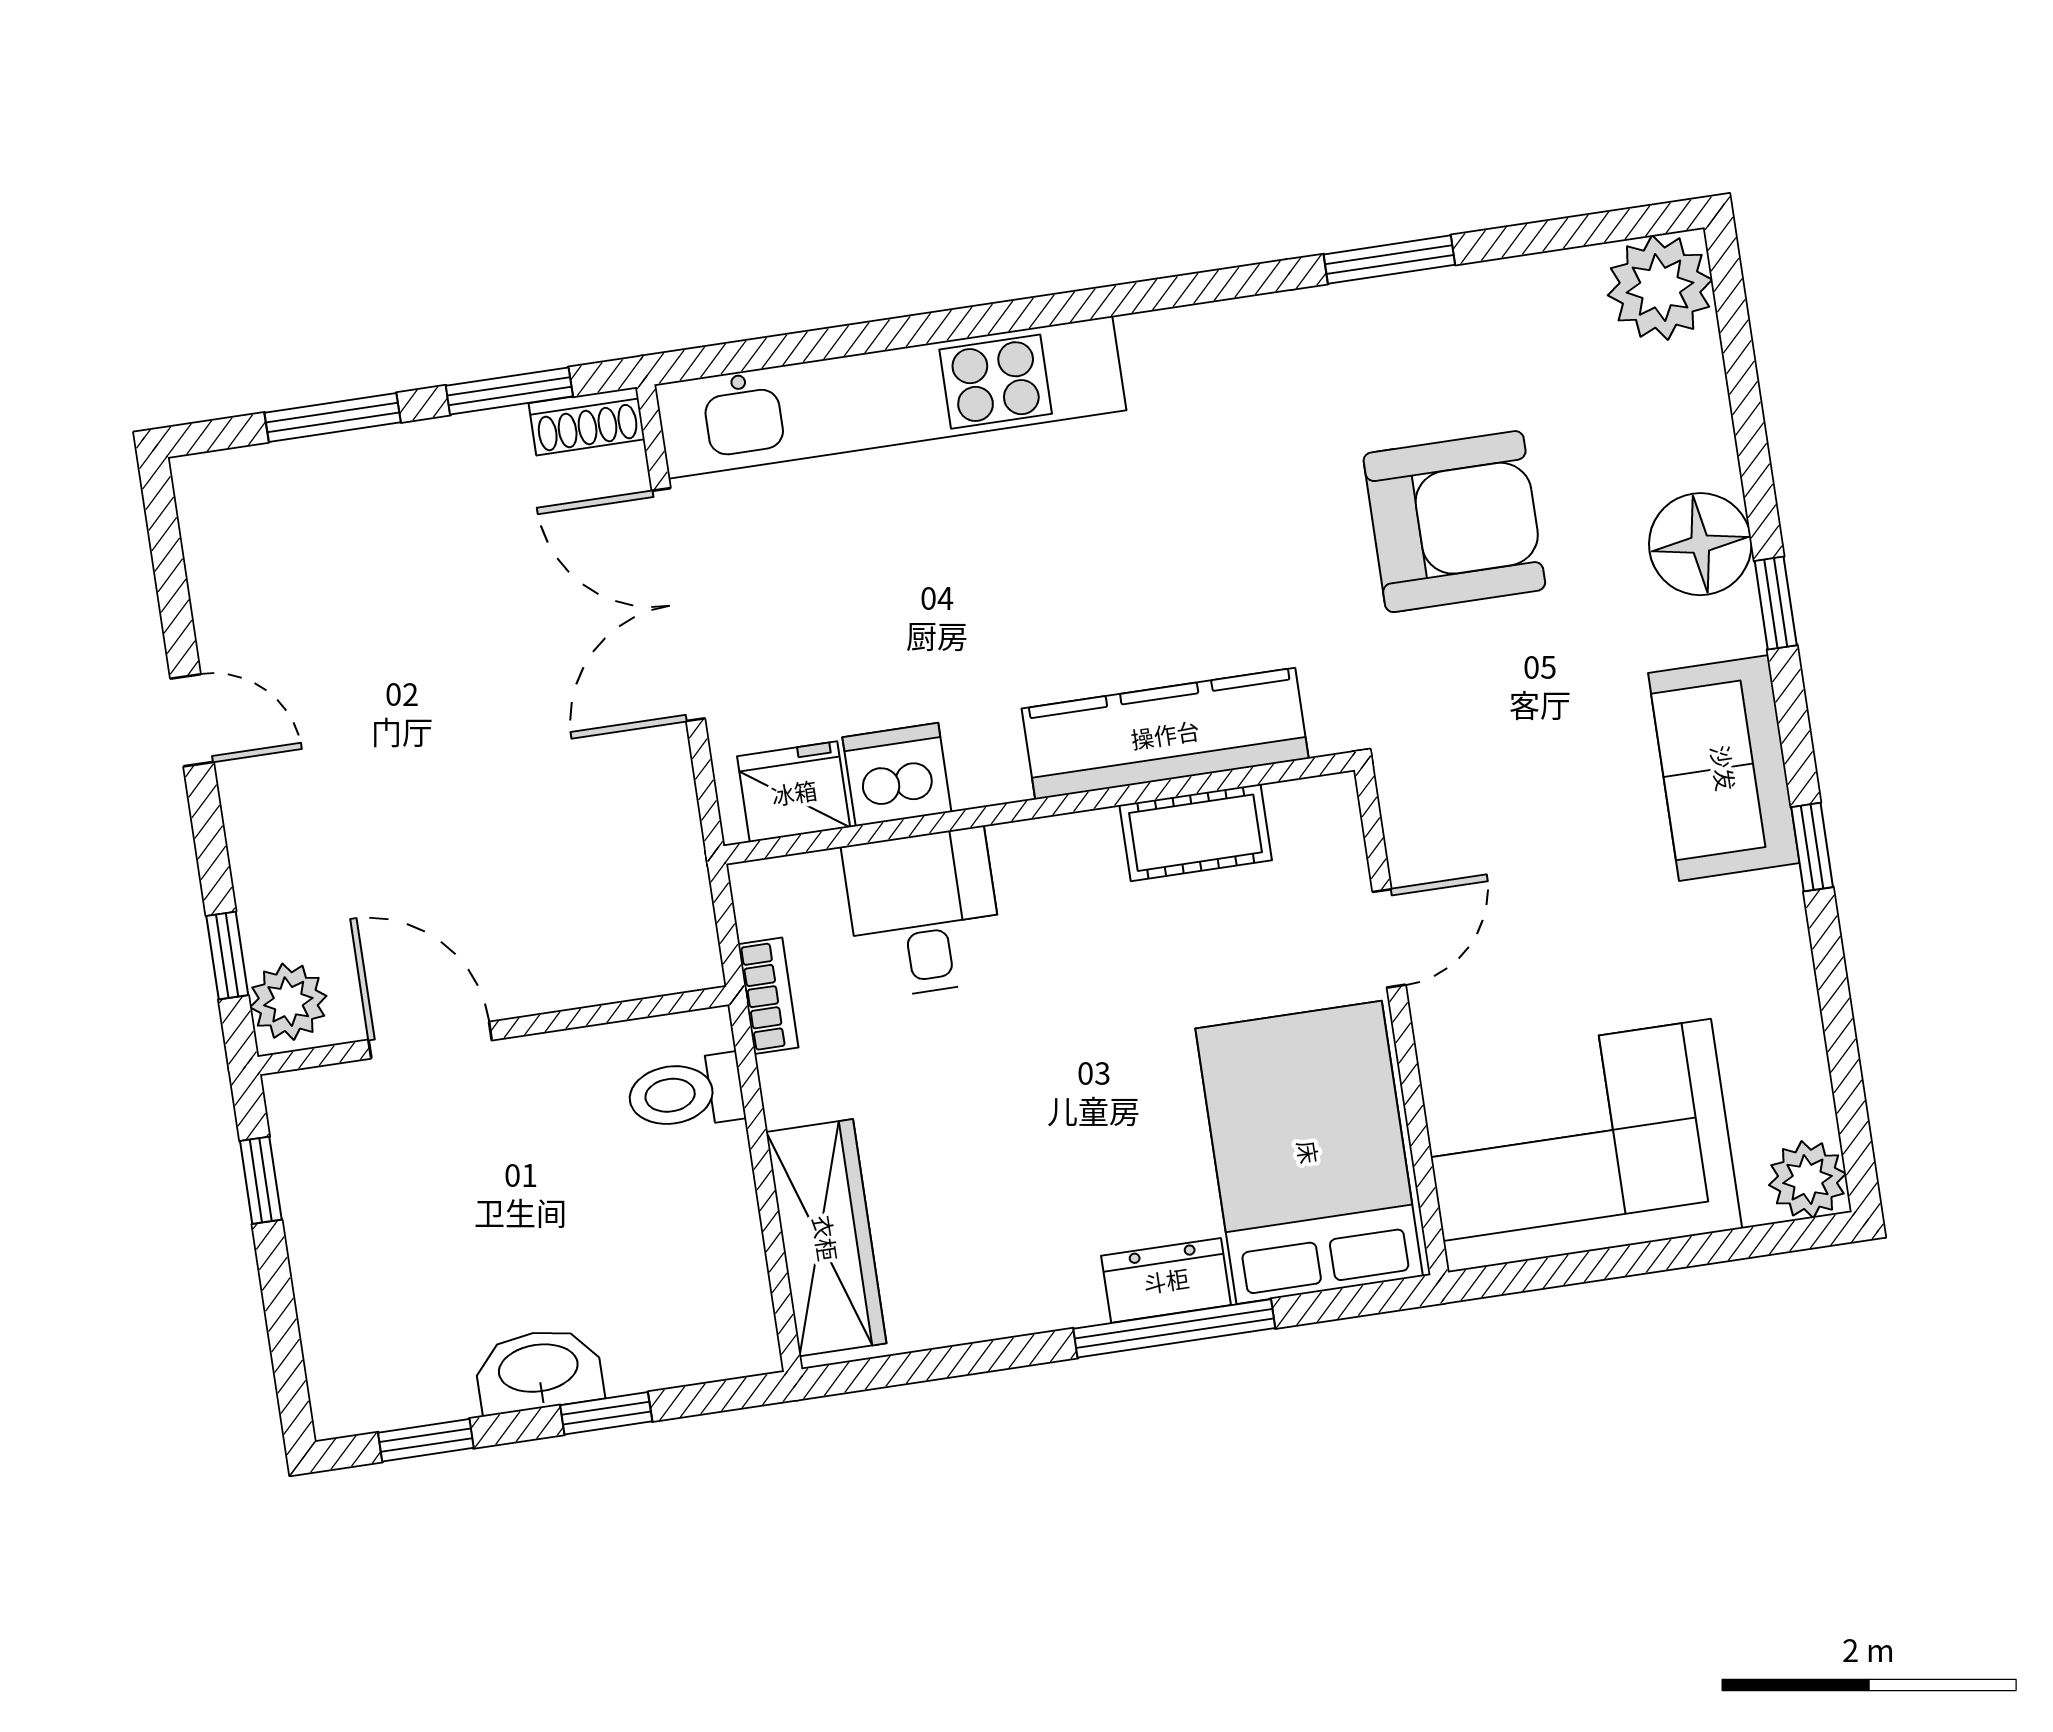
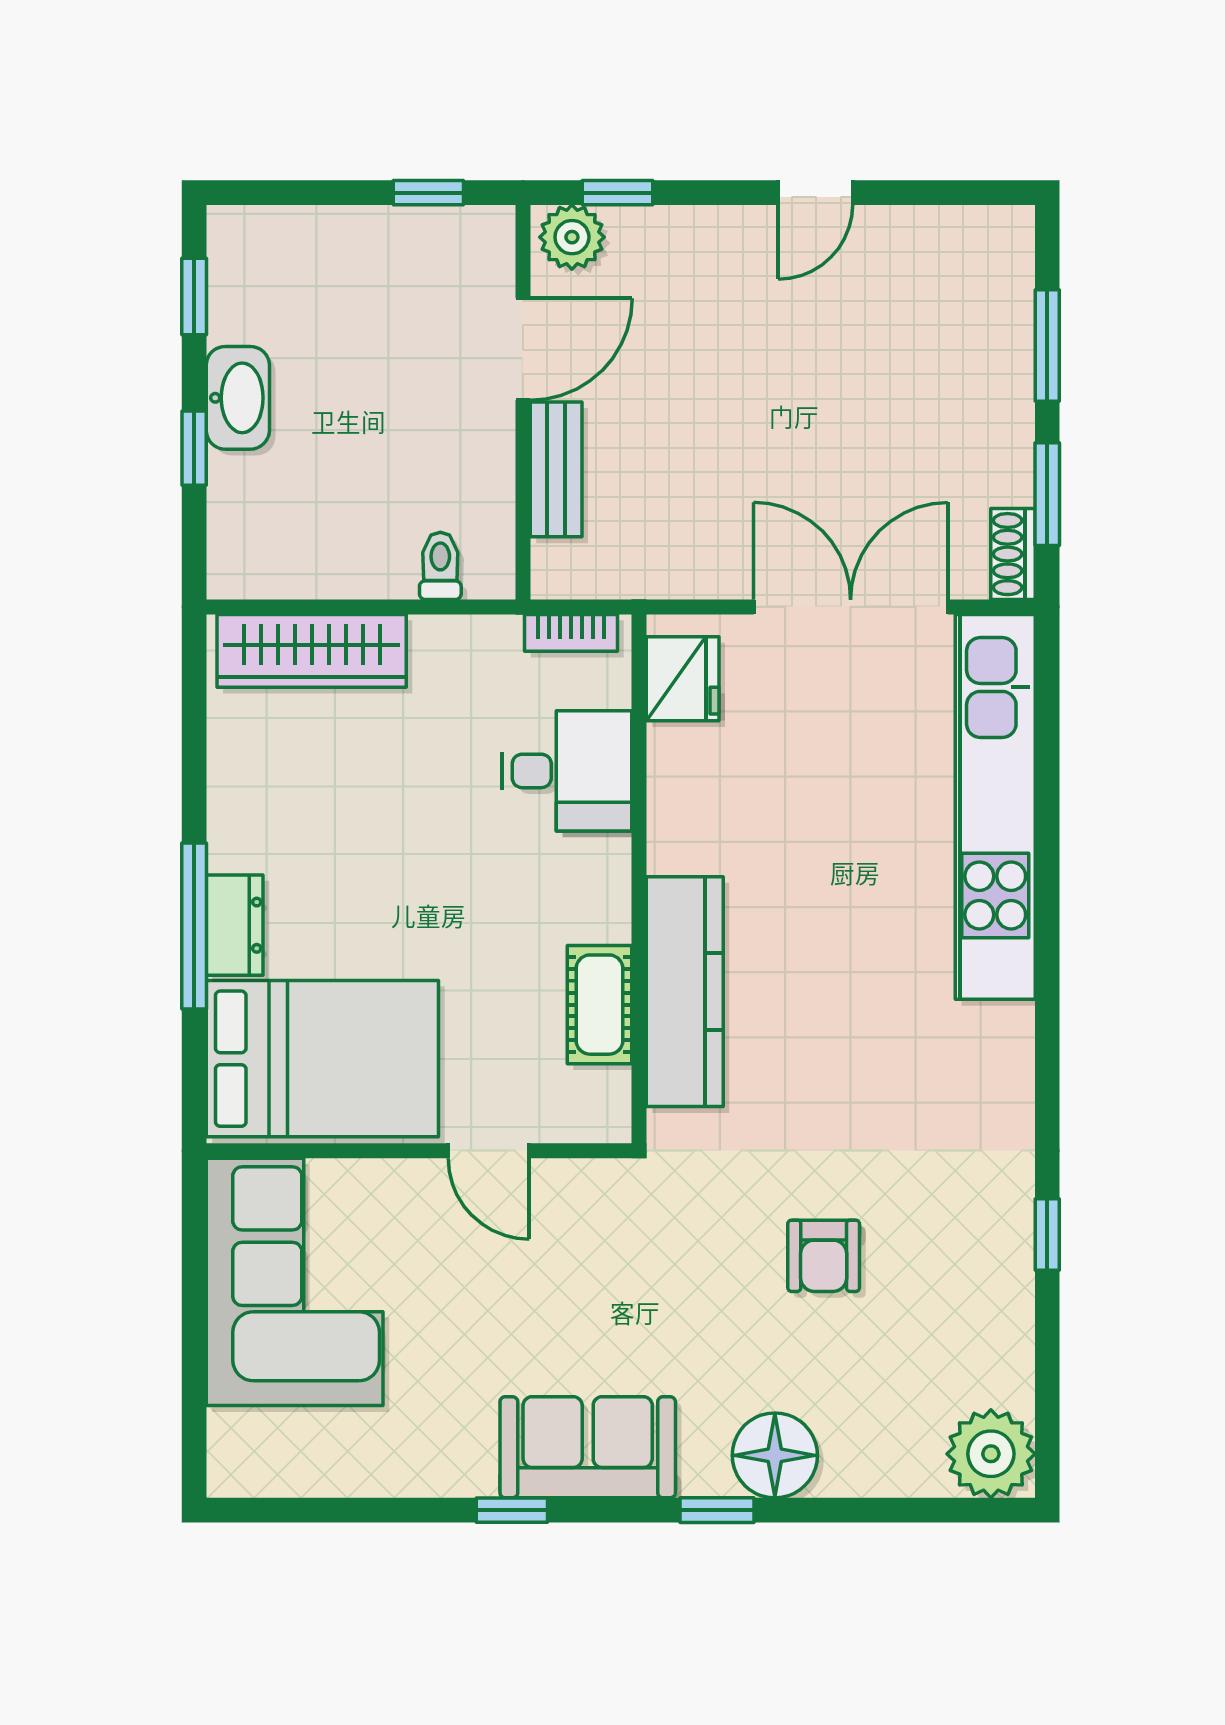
window: (1389, 260) -> (1047, 1235), width x0.67
armchair: (1454, 522) -> (824, 1256), width x0.53, depth x0.53
dishwasher: (897, 775) -> (684, 766), removed
bench: (567, 979) -> (556, 469), added
bookcase: (768, 996) -> (571, 633), moved
toilet: (686, 1093) -> (440, 566), width x0.73, depth x0.72
plant: (1808, 1179) -> (239, 1465), removed

